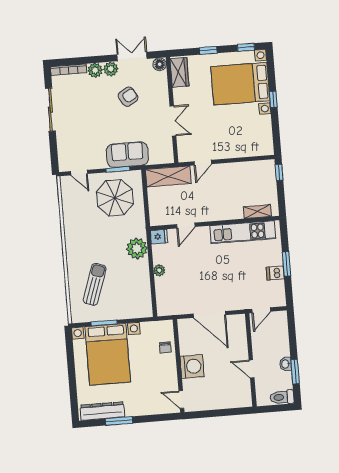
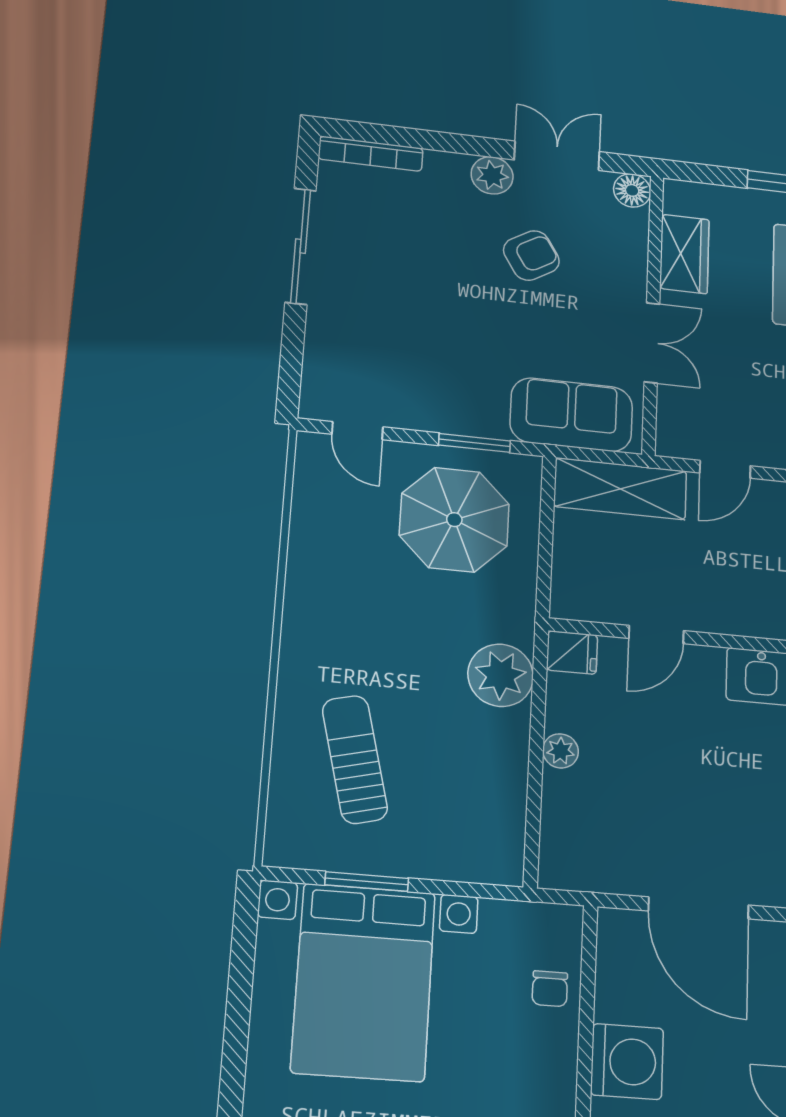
plant: (95, 70) -> (447, 170), removed
wardrobe: (180, 72) -> (684, 254), moved
sofa: (127, 155) -> (571, 415), moved
sun lounger: (95, 284) -> (355, 759), turned -33

